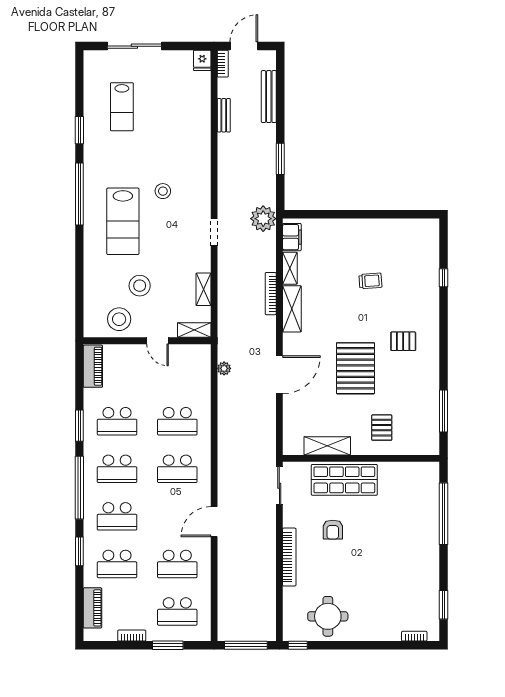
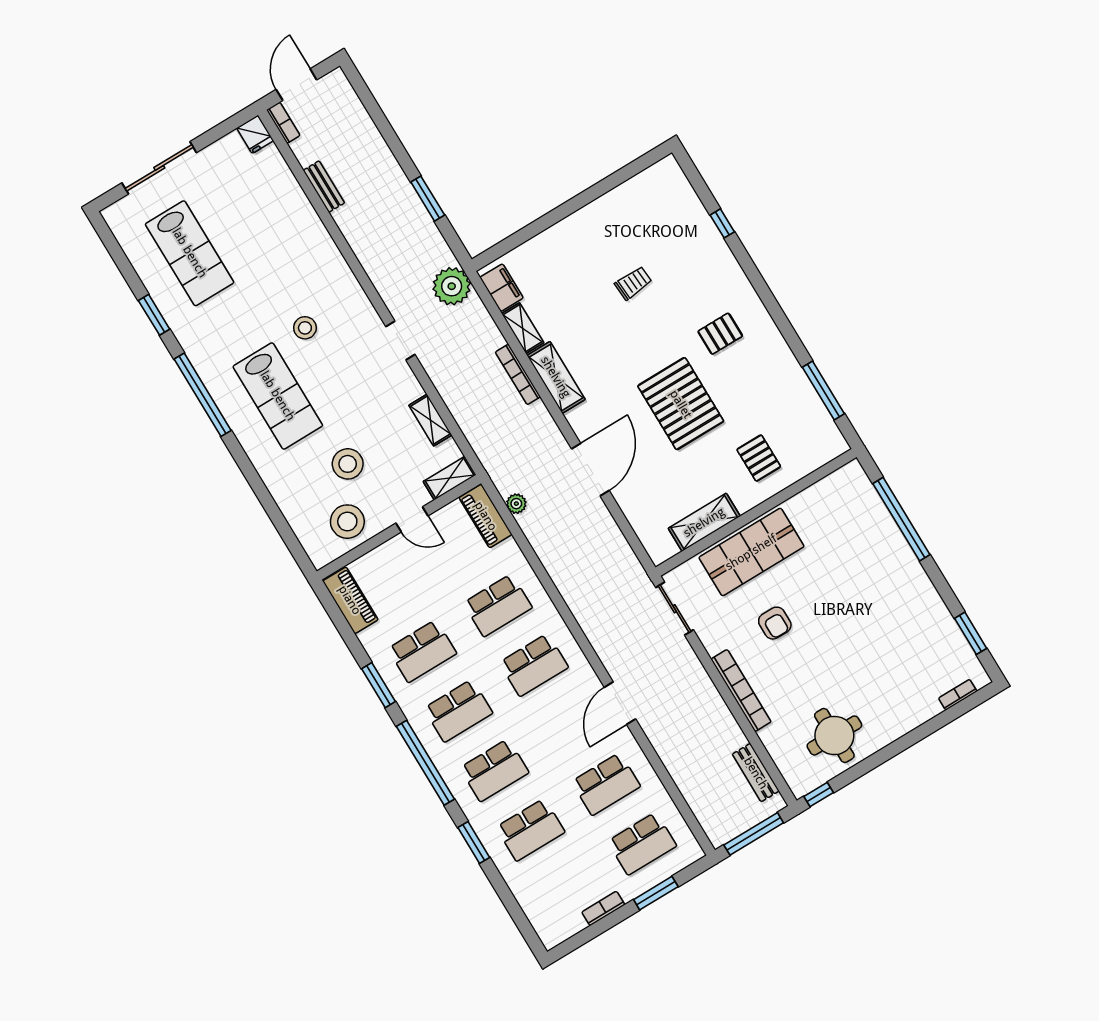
bench: (269, 97) -> (756, 773), moved, width x0.73
lab bench: (122, 107) -> (190, 253), width x1.36, depth x1.39
piano: (93, 608) -> (486, 516), moved, turned 180

